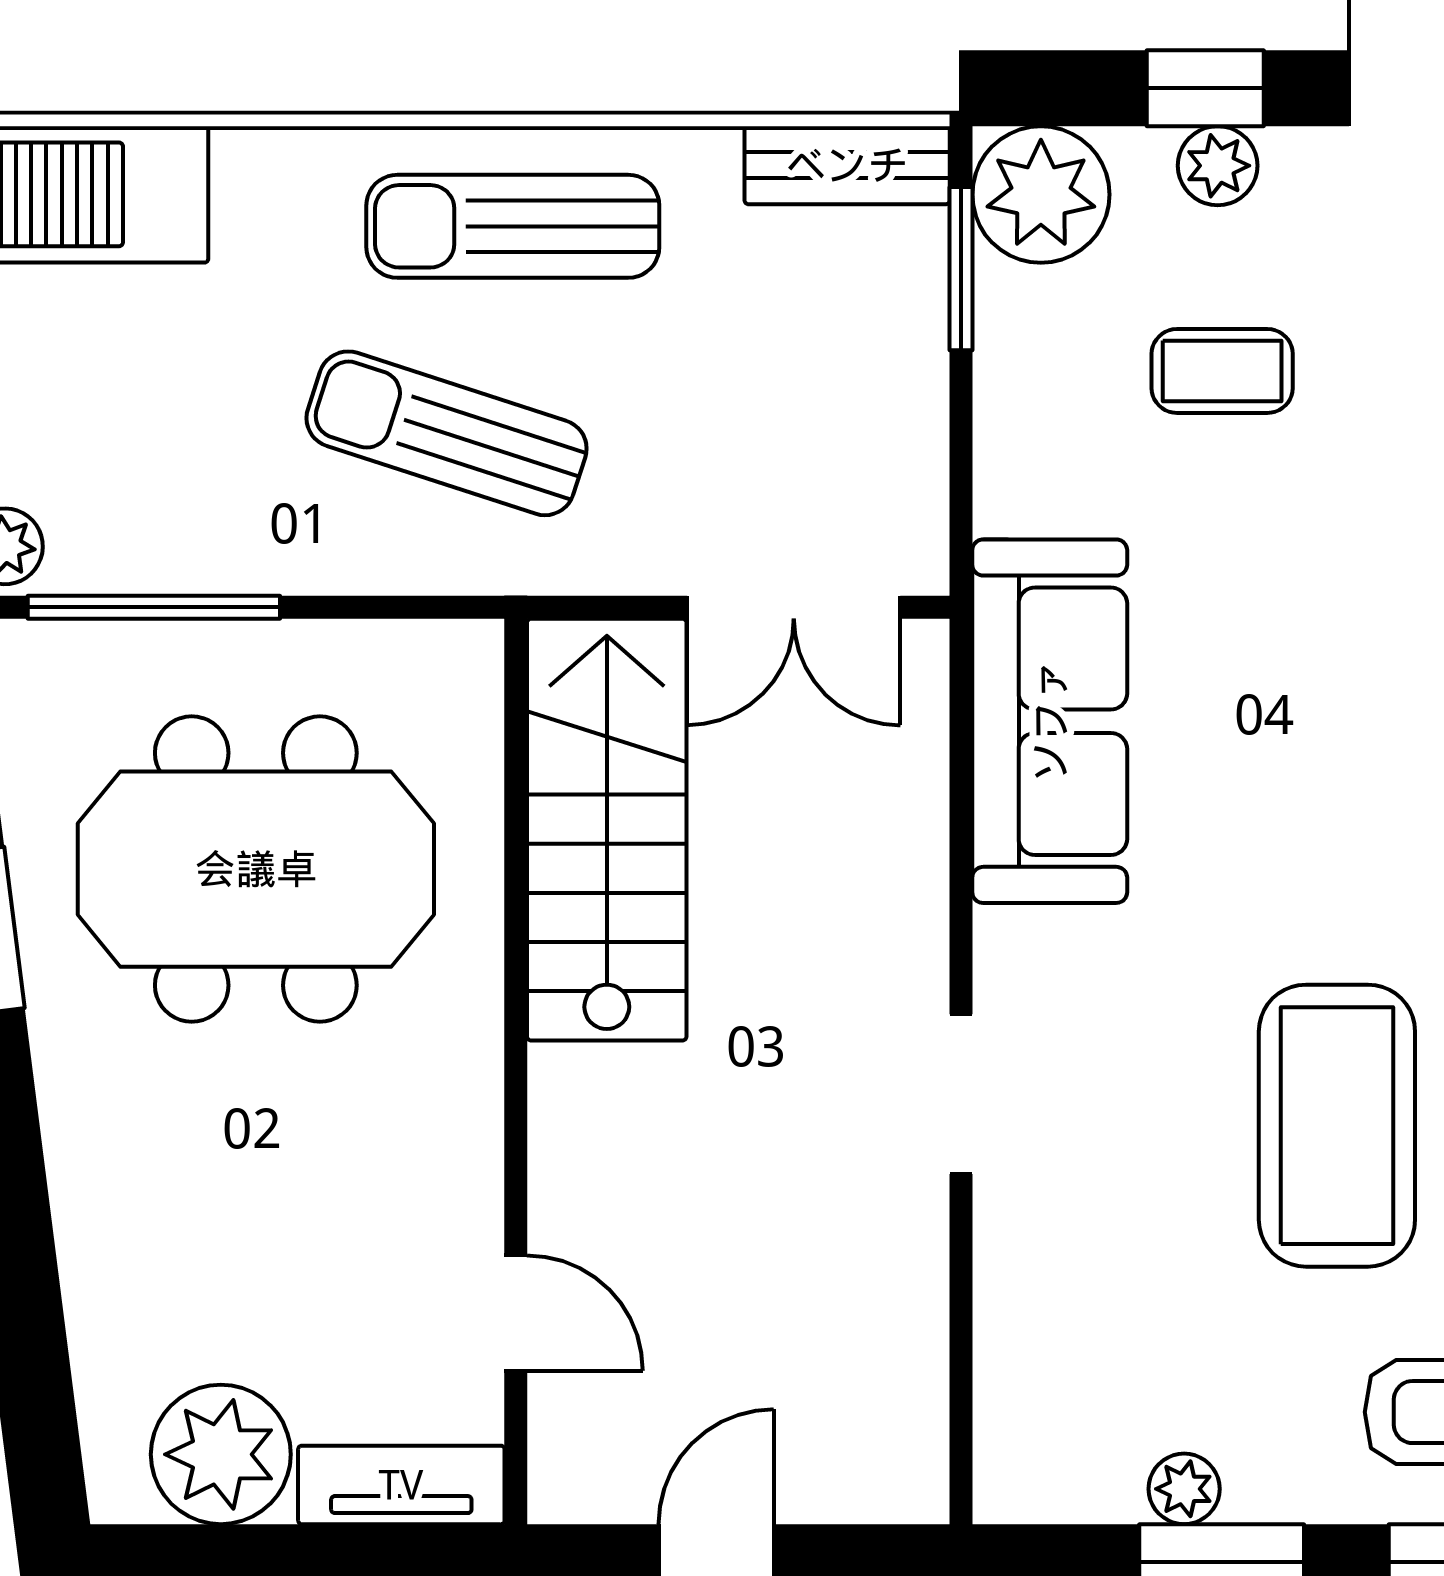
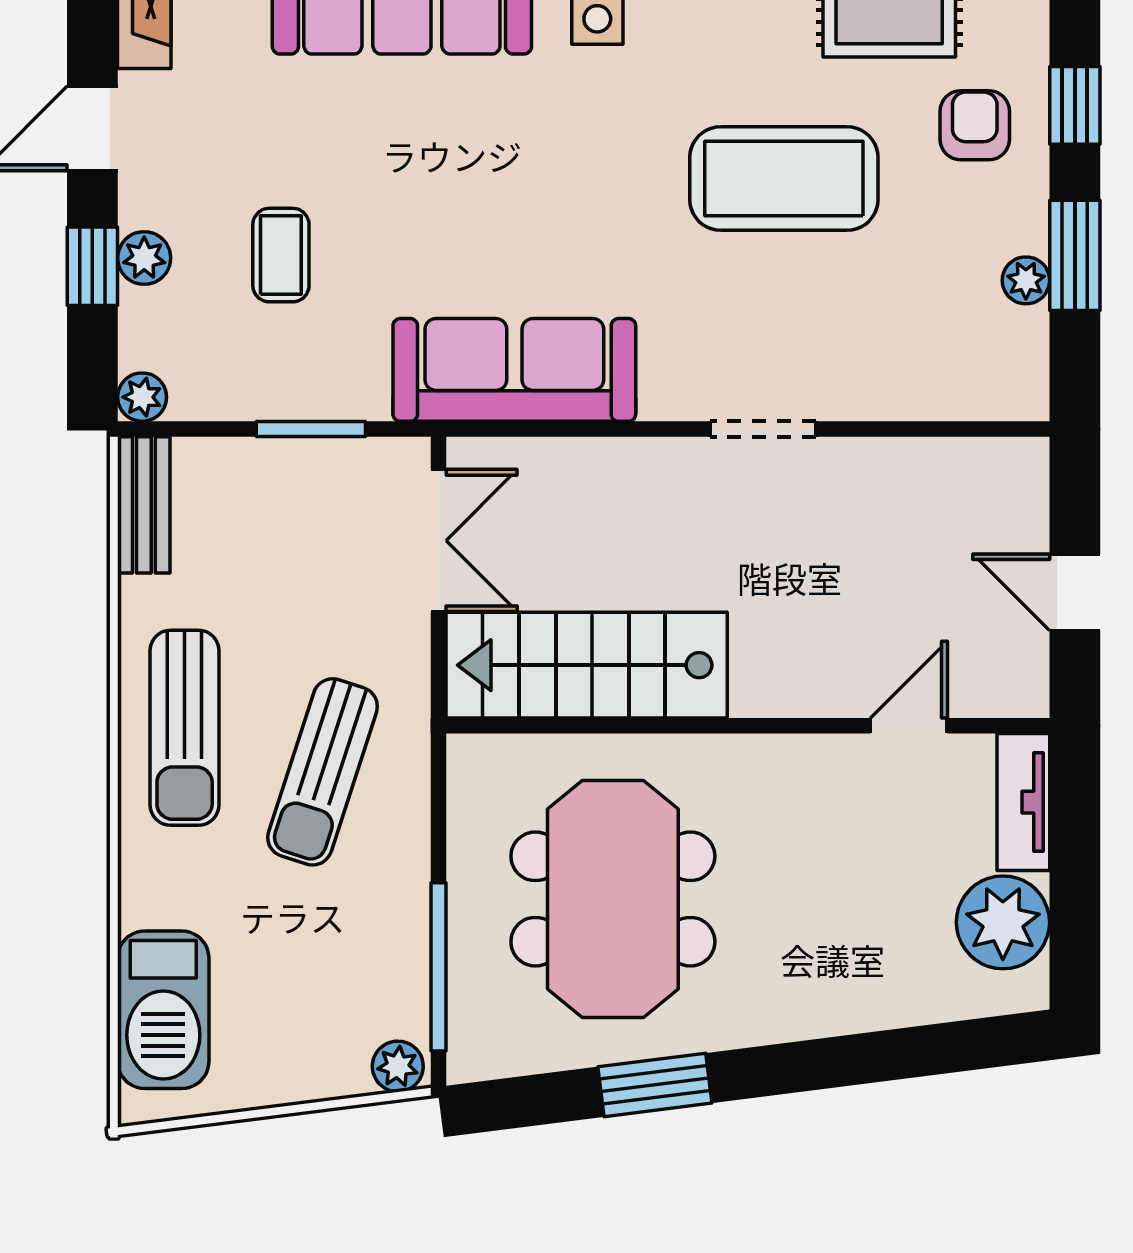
plant: (1041, 195) -> (142, 397), width x0.53, depth x0.53
window: (961, 269) -> (311, 429), moved

